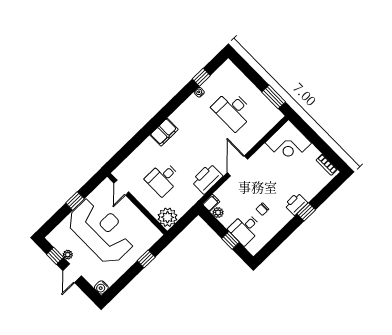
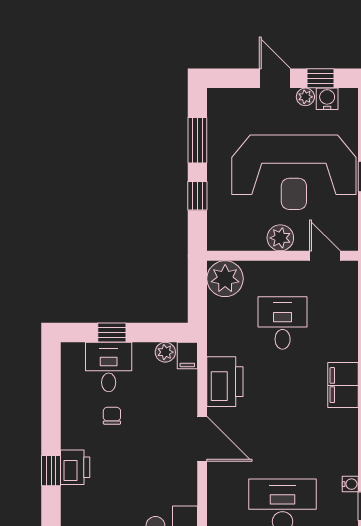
plant: (131, 211) -> (280, 238), added
window: (125, 280) -> (197, 140), added
water cooler: (101, 287) -> (327, 99), moved

